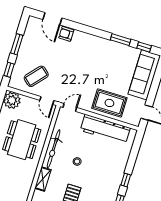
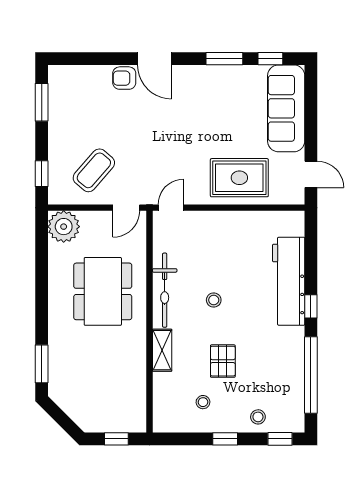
door: (52, 19) -> (154, 59), moved
window: (17, 44) -> (42, 102), moved
door: (47, 100) -> (126, 208), hinge flipped
workbench: (105, 129) -> (289, 281), moved, turned 90

